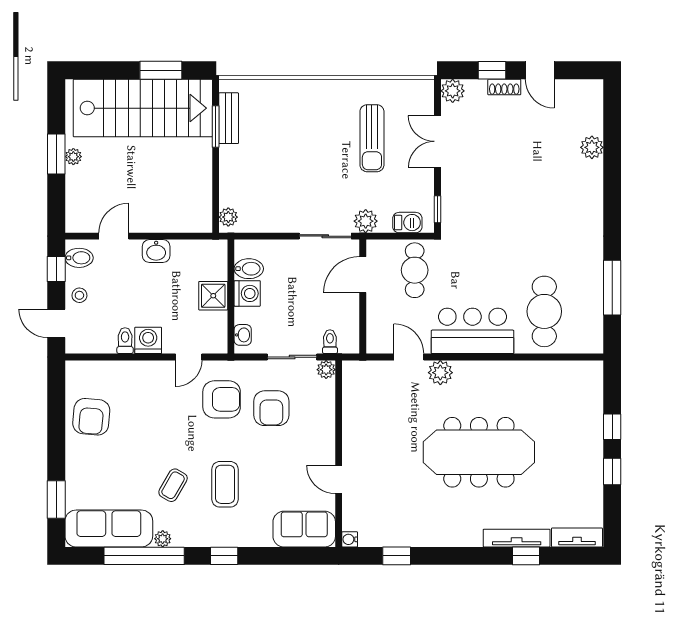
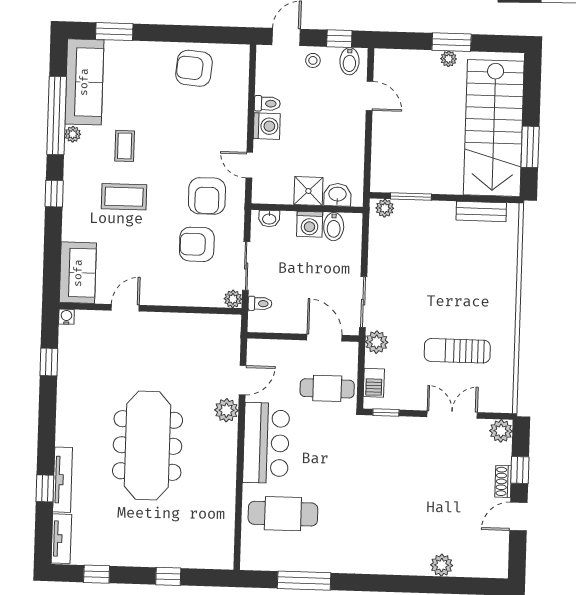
window: (216, 126) -> (411, 197), moved
washbasin: (156, 251) -> (337, 195), moved, turned 90
window: (612, 471) -> (97, 574), moved
coffee table: (173, 485) -> (125, 146), turned 60

